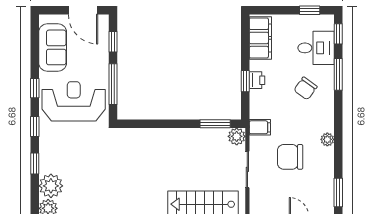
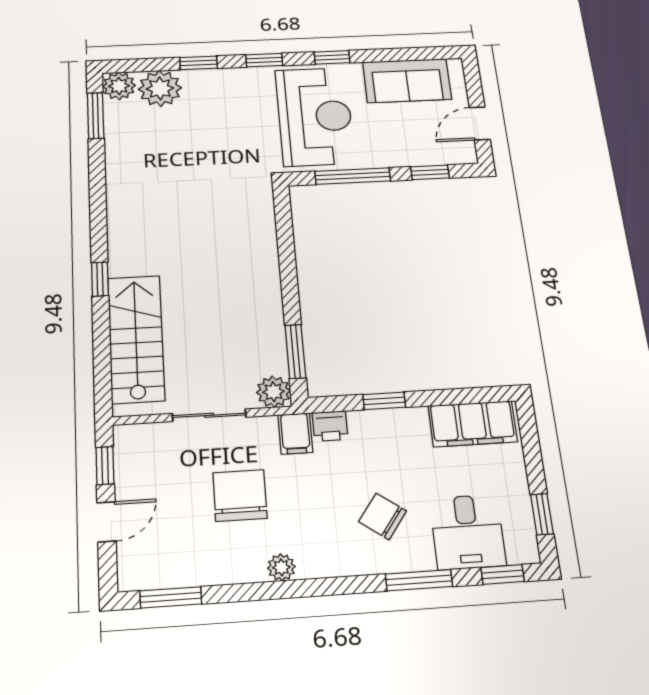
door: (83, 10) -> (480, 123), width x0.73
printer: (257, 80) -> (330, 426), moved

